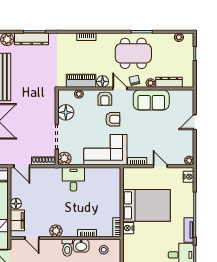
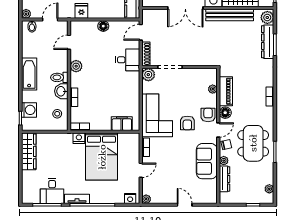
armchair: (105, 99) -> (208, 115), turned 90
floor lamp: (66, 112) -> (194, 76), removed
desk: (73, 179) -> (128, 60), moved
filing cabinet: (17, 220) -> (122, 124), moved, turned 180

